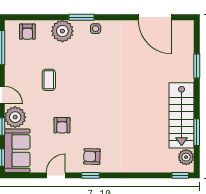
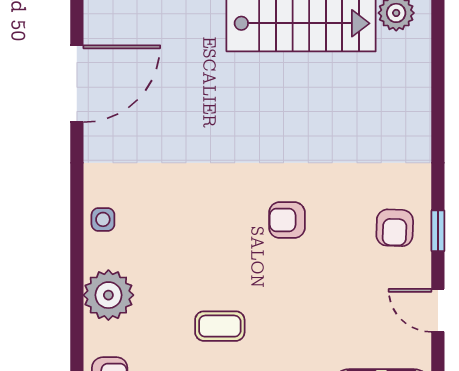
window: (82, 17) -> (77, 251), removed
armchair: (62, 125) -> (287, 220), moved, turned 180
window: (180, 175) -> (438, 26), removed

